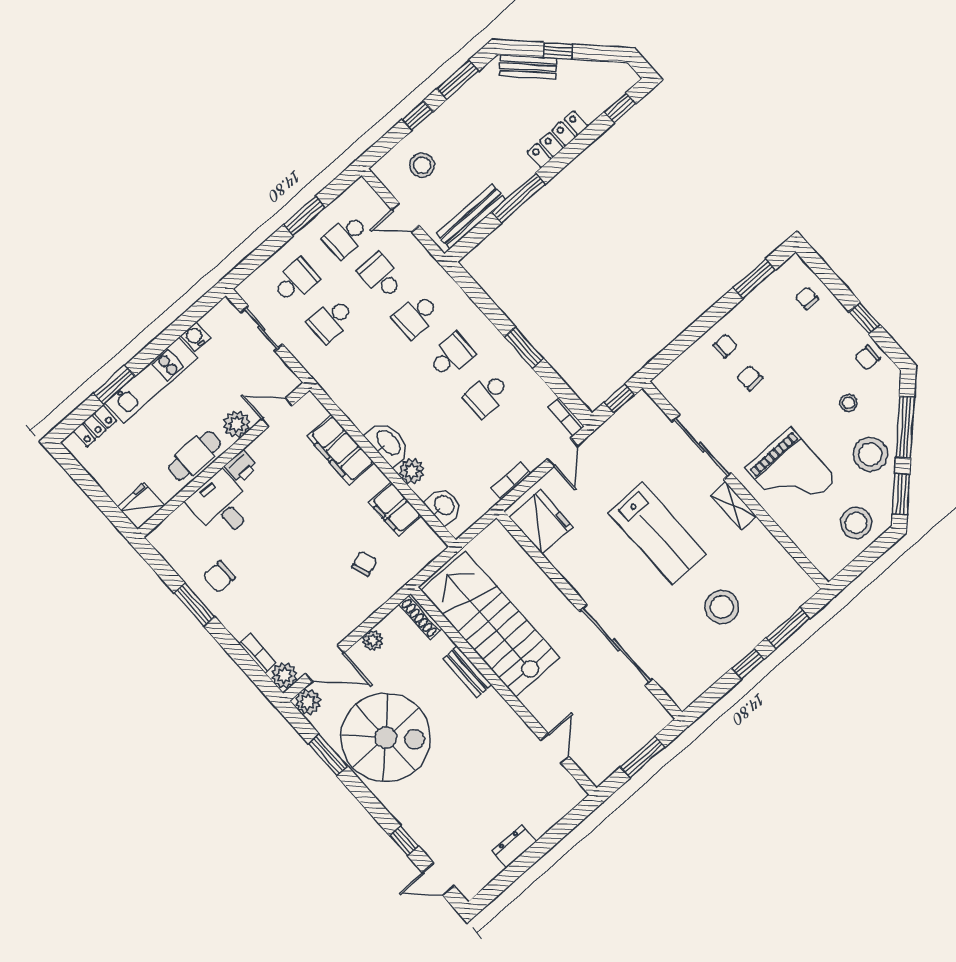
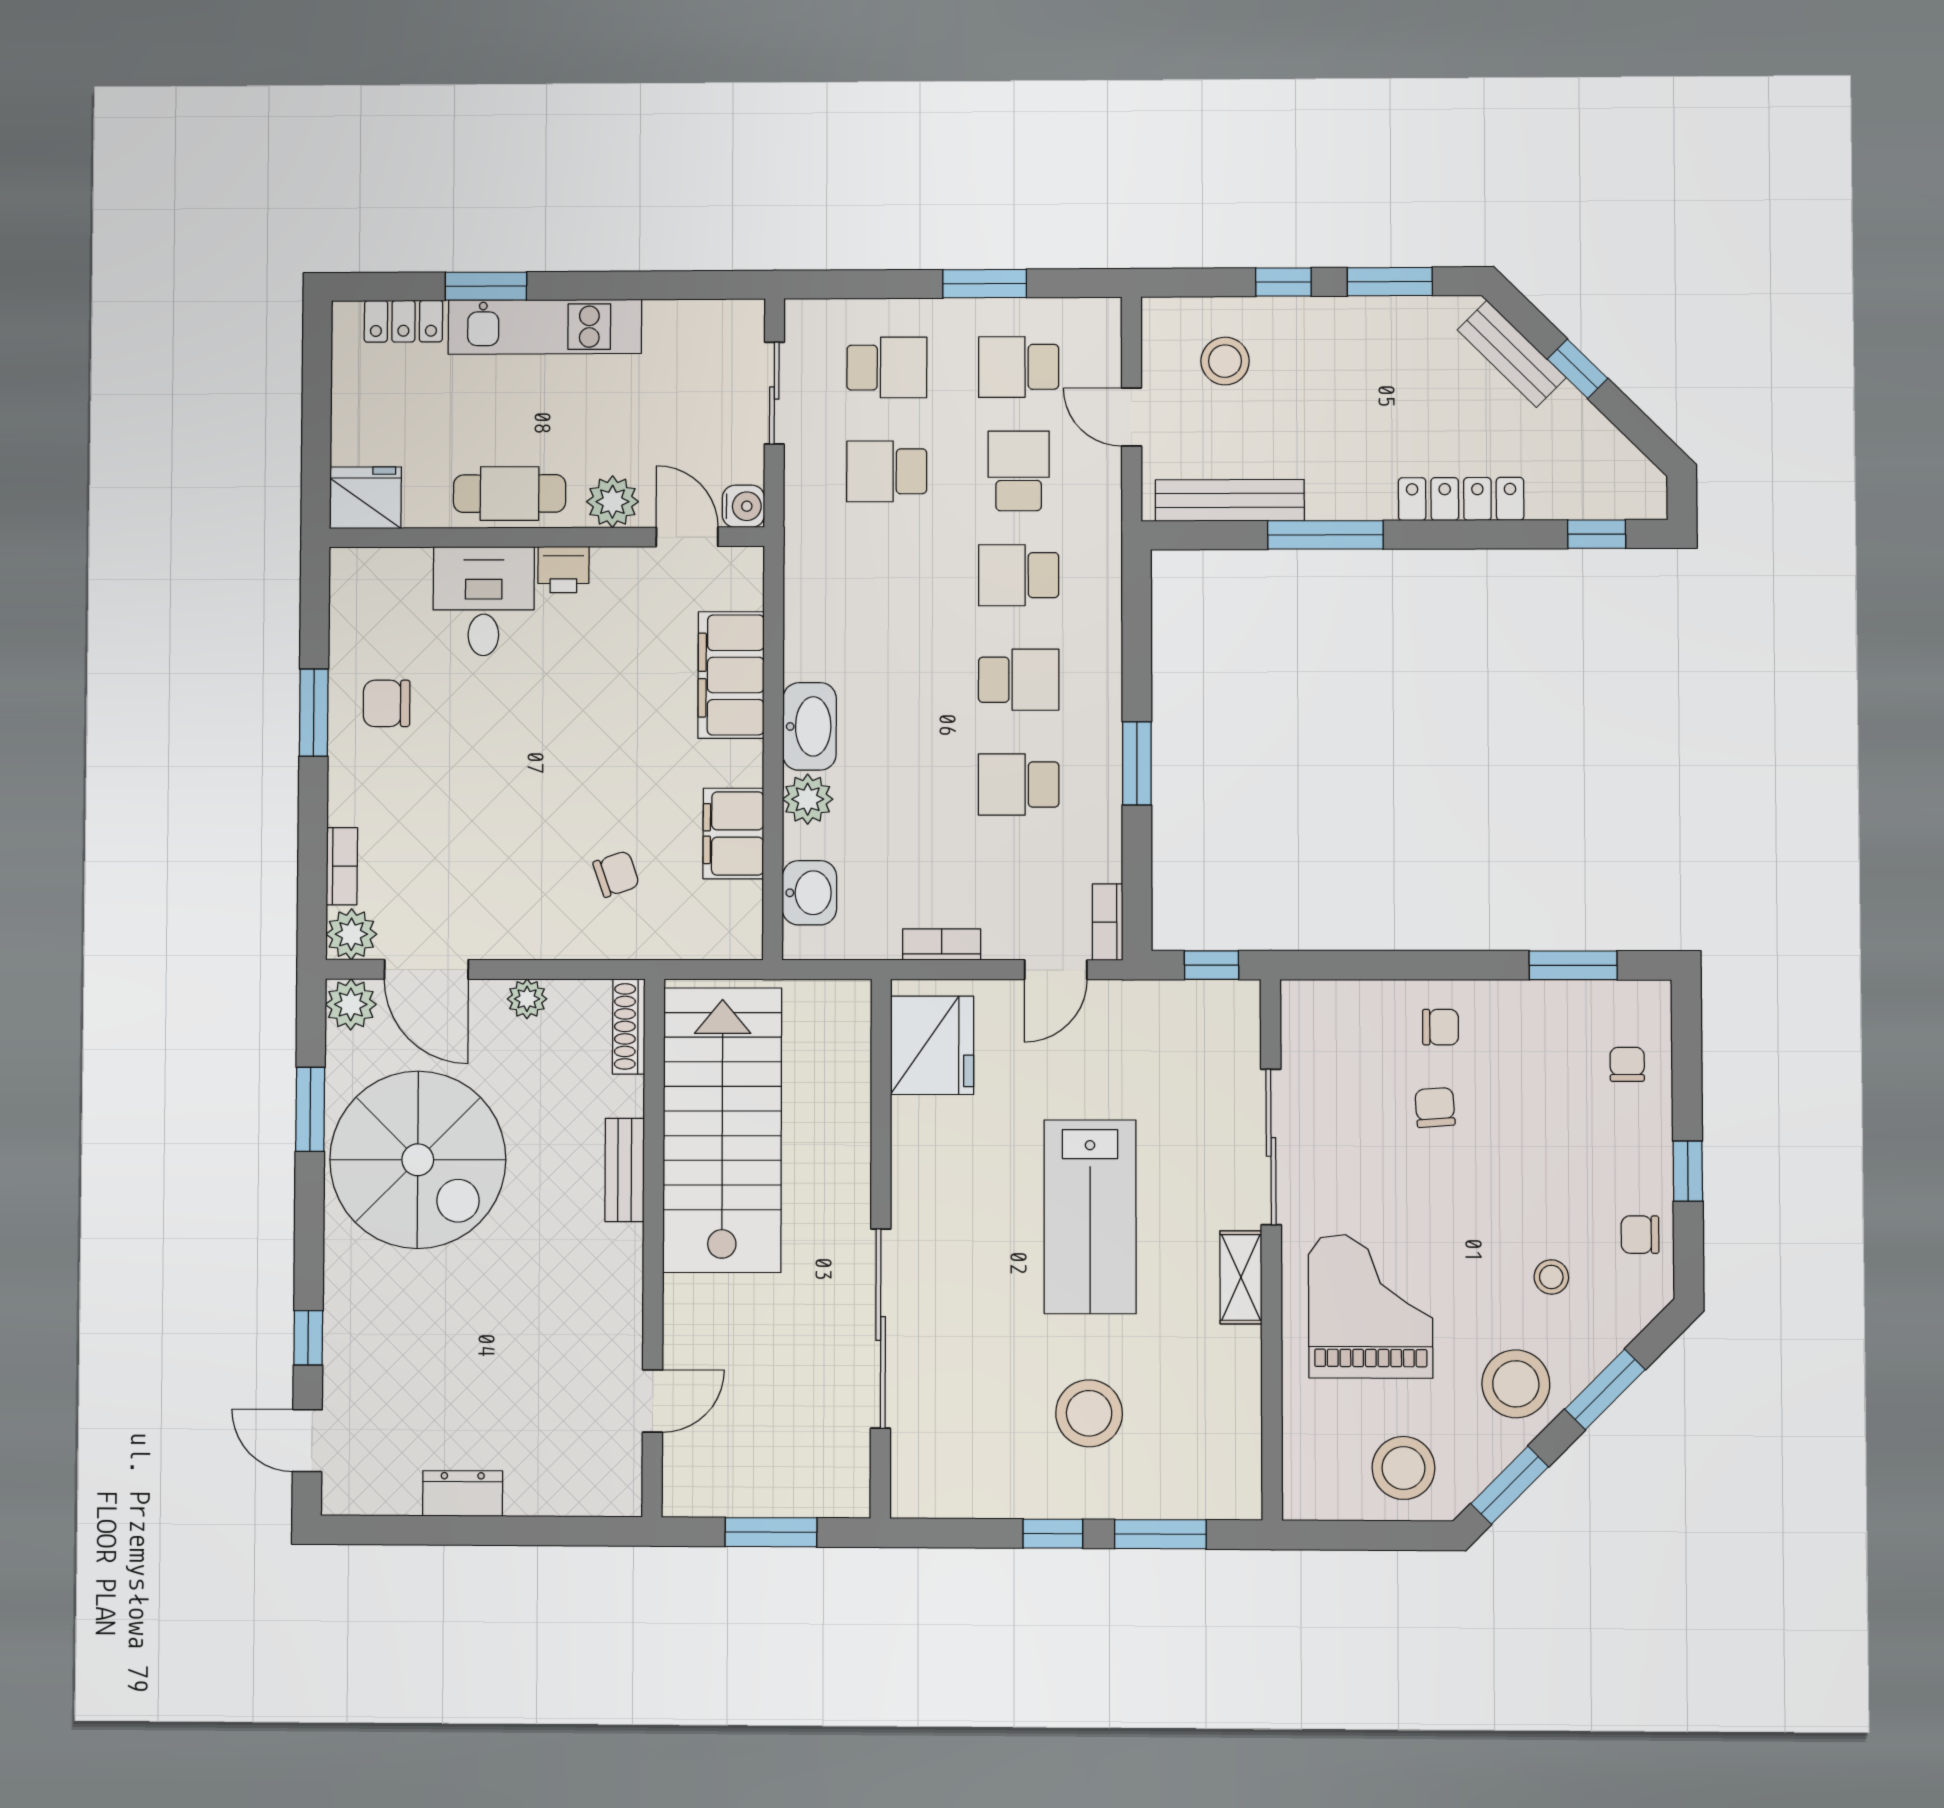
water cooler: (195, 337) -> (743, 506), moved, turned 90
window: (905, 427) -> (1605, 1389), width x0.69
grand piano: (791, 474) -> (1371, 1306), turned 180

